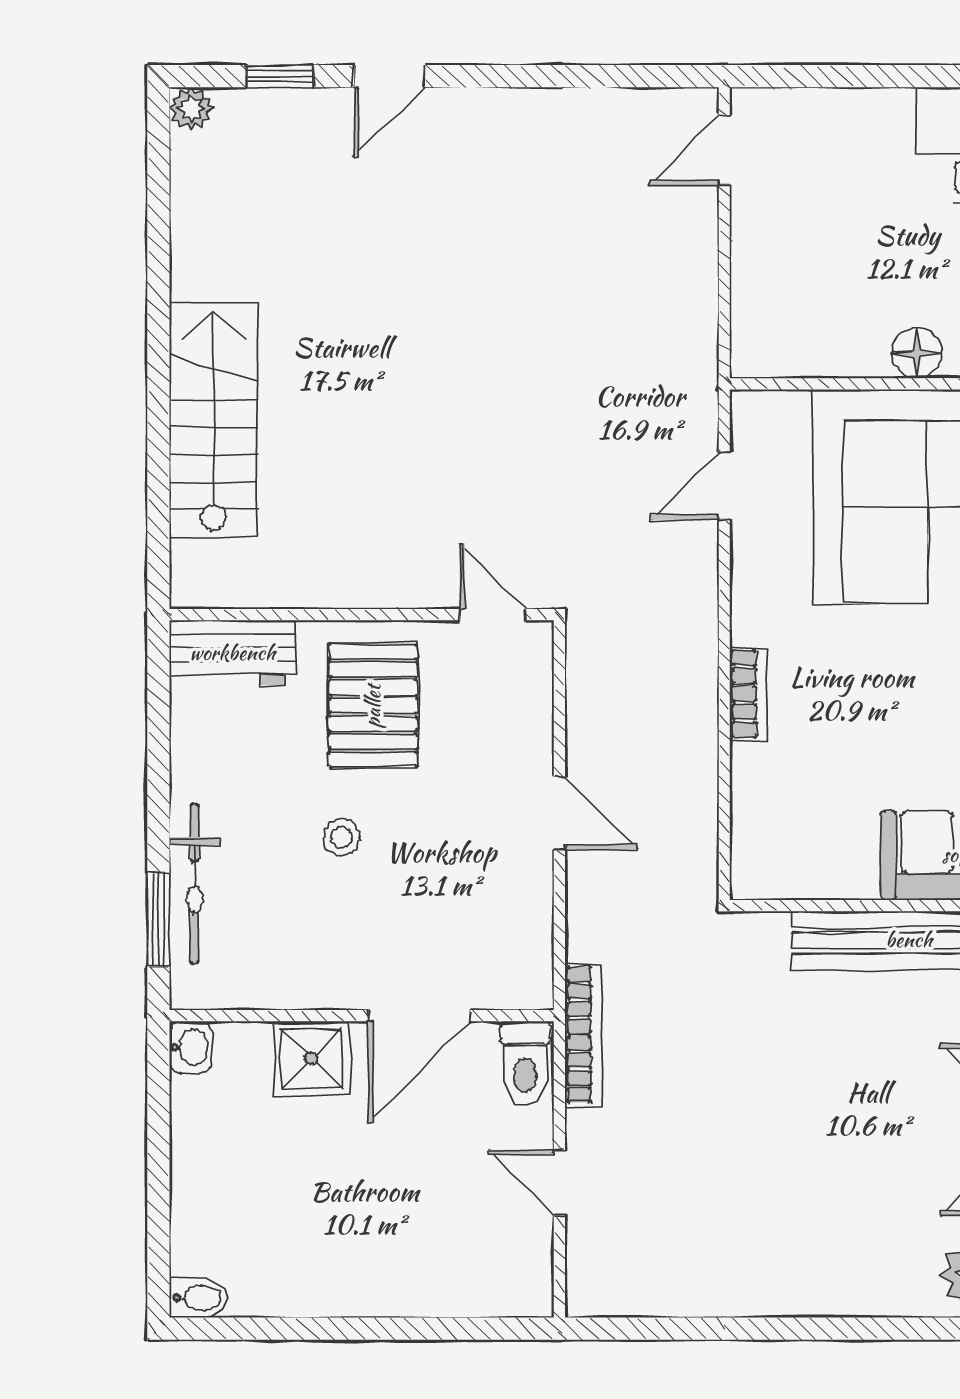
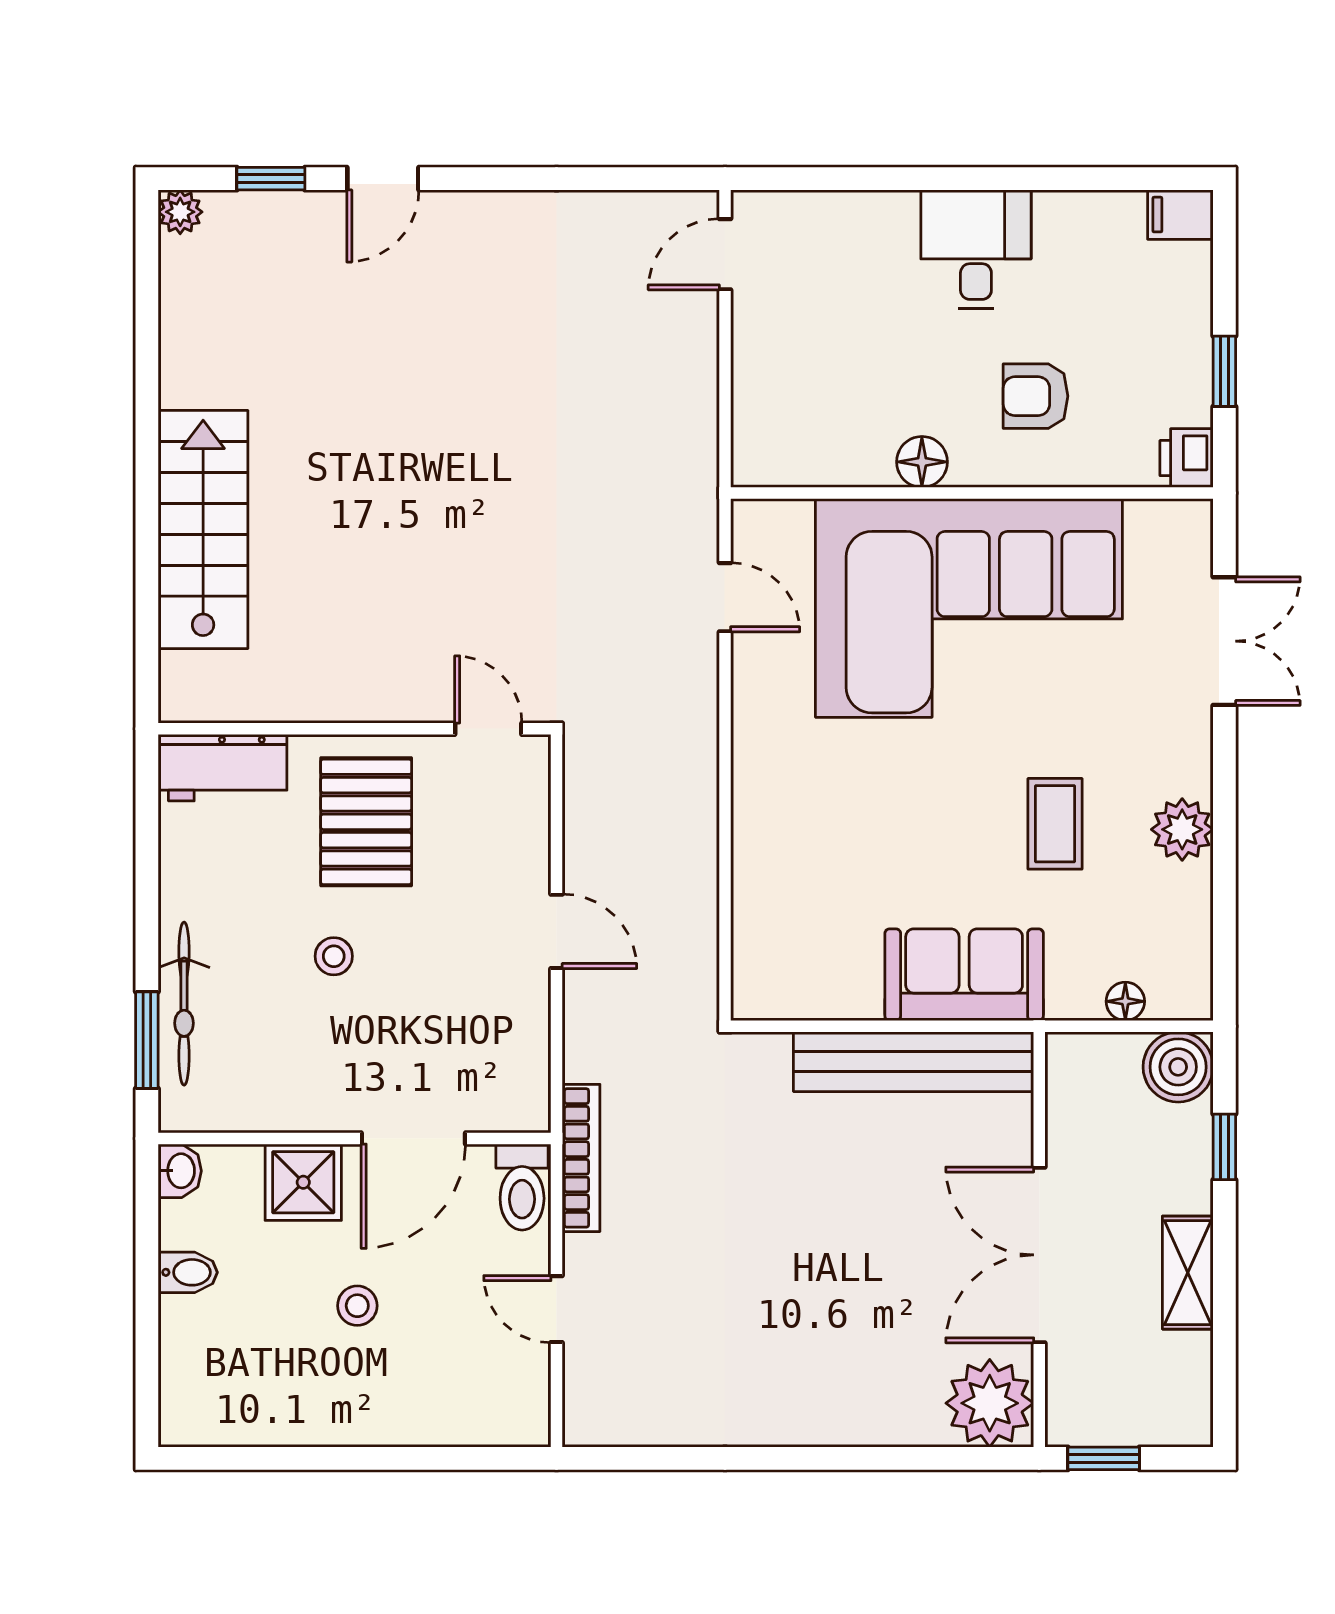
door: (724, 486) -> (725, 597), swing flipped
bookcase: (749, 694) -> (750, 810), removed
stool: (364, 1179) -> (357, 1306), added
bidet: (198, 1298) -> (188, 1272), moved

